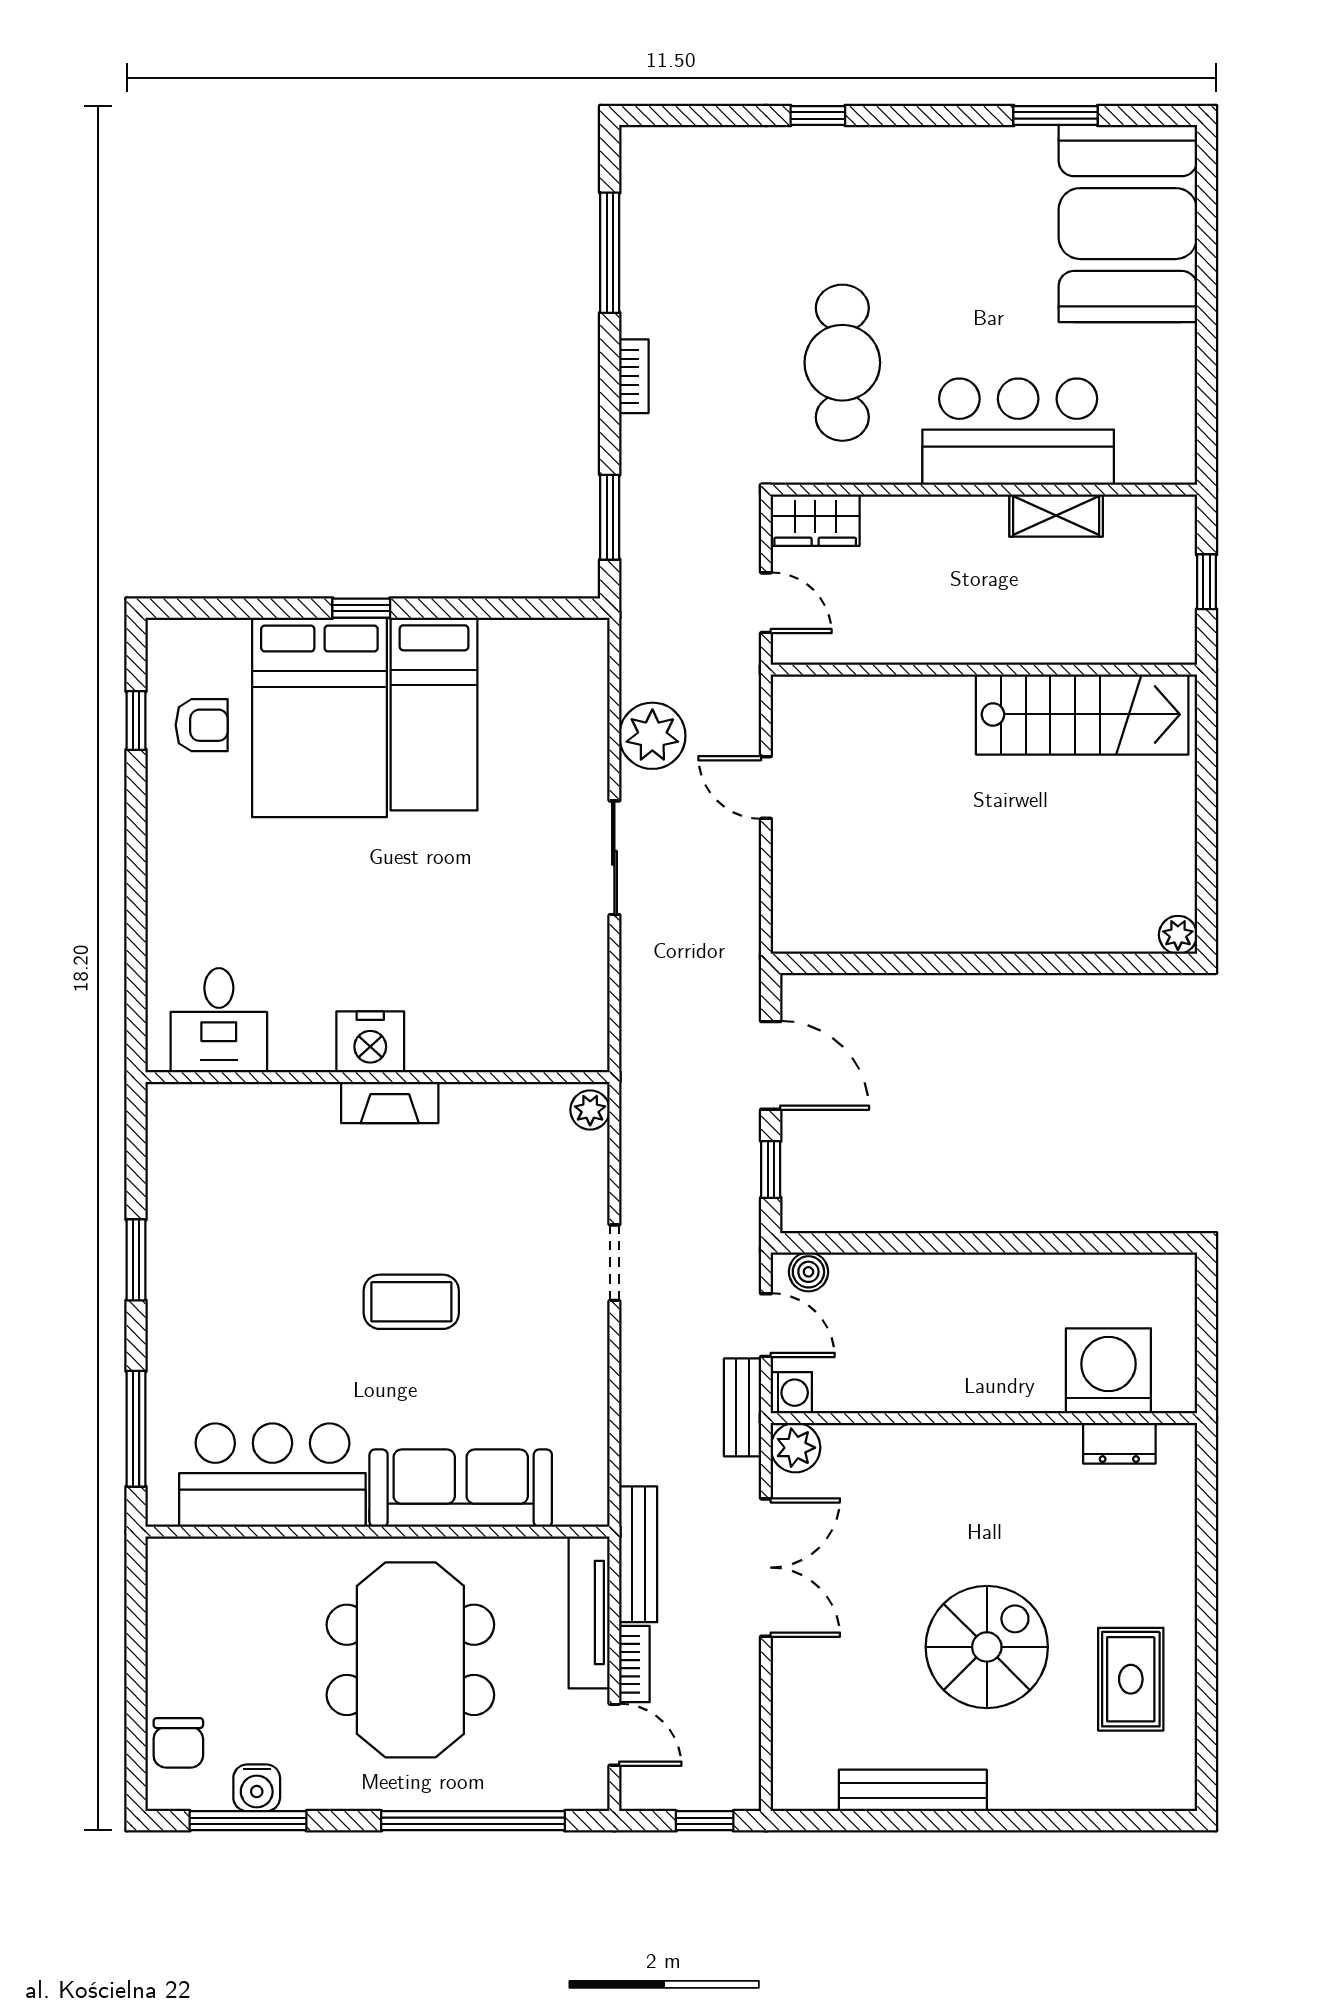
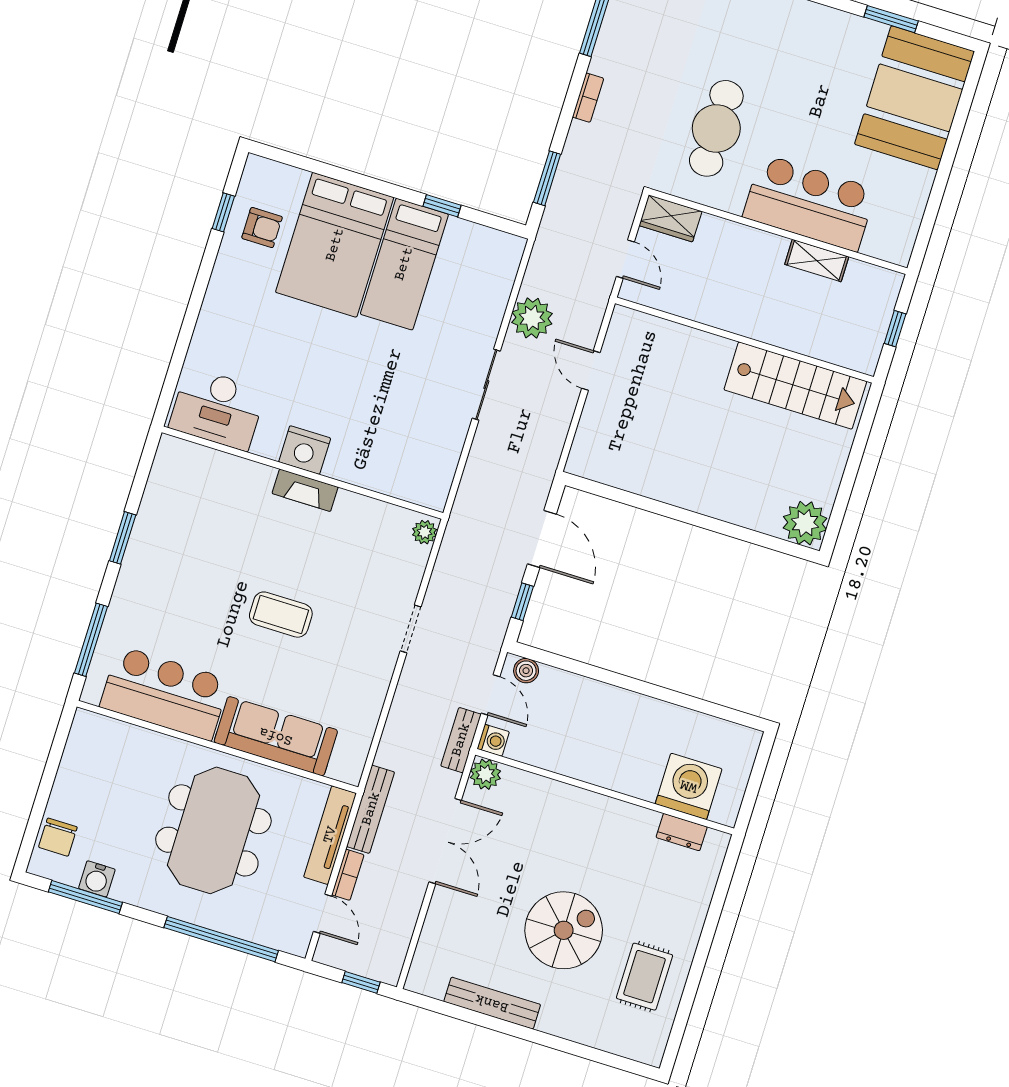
window: (361, 608) -> (442, 206), moved
plant: (1178, 935) -> (805, 523), width x1.88, depth x1.88
desk: (219, 1020) -> (217, 409), width x1.37

